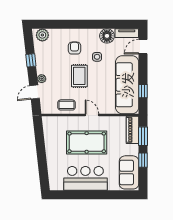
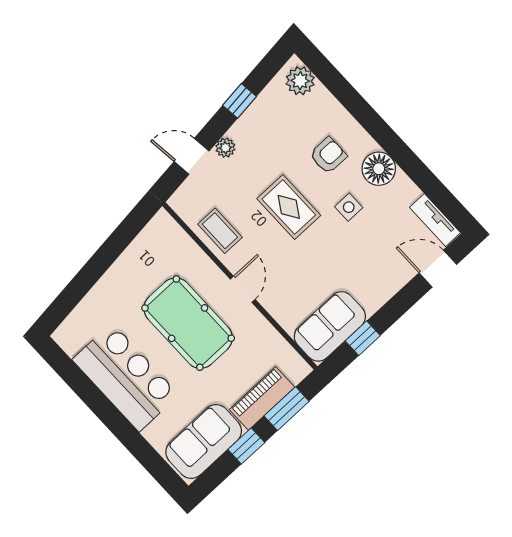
floor lamp: (107, 36) -> (379, 169), moved
rug: (79, 76) -> (289, 207), turned 90
sofa: (127, 85) -> (330, 326), width x0.54, depth x0.79
piano: (133, 130) -> (262, 398), moved

